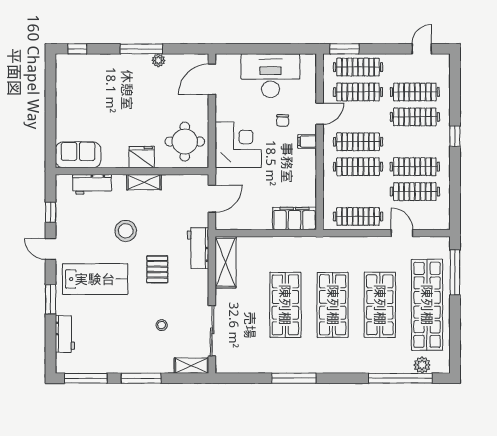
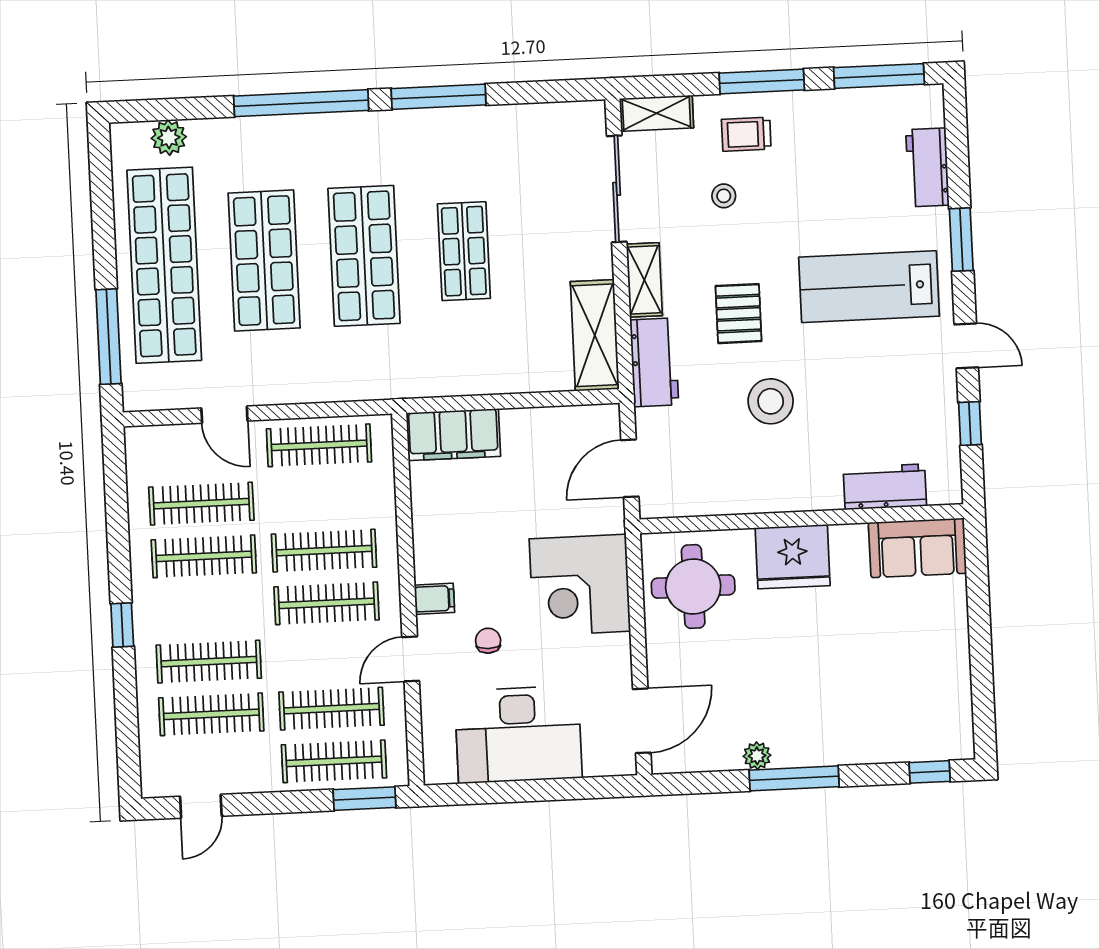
fridge: (142, 157) -> (793, 557), width x1.36, depth x1.34
shelving: (144, 182) -> (644, 280), moved, turned 90
stool: (126, 231) -> (771, 401), moved
shop shelf: (285, 305) -> (464, 251), width x0.70, depth x0.74
trolley: (150, 354) -> (746, 134), added
window: (400, 378) -> (301, 103), moved

